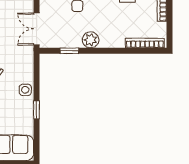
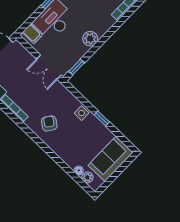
window: (69, 51) -> (77, 67), moved

